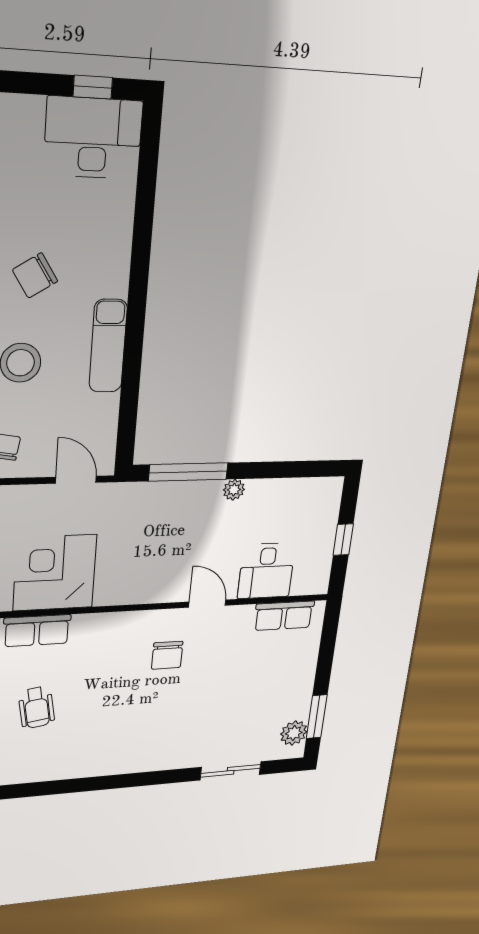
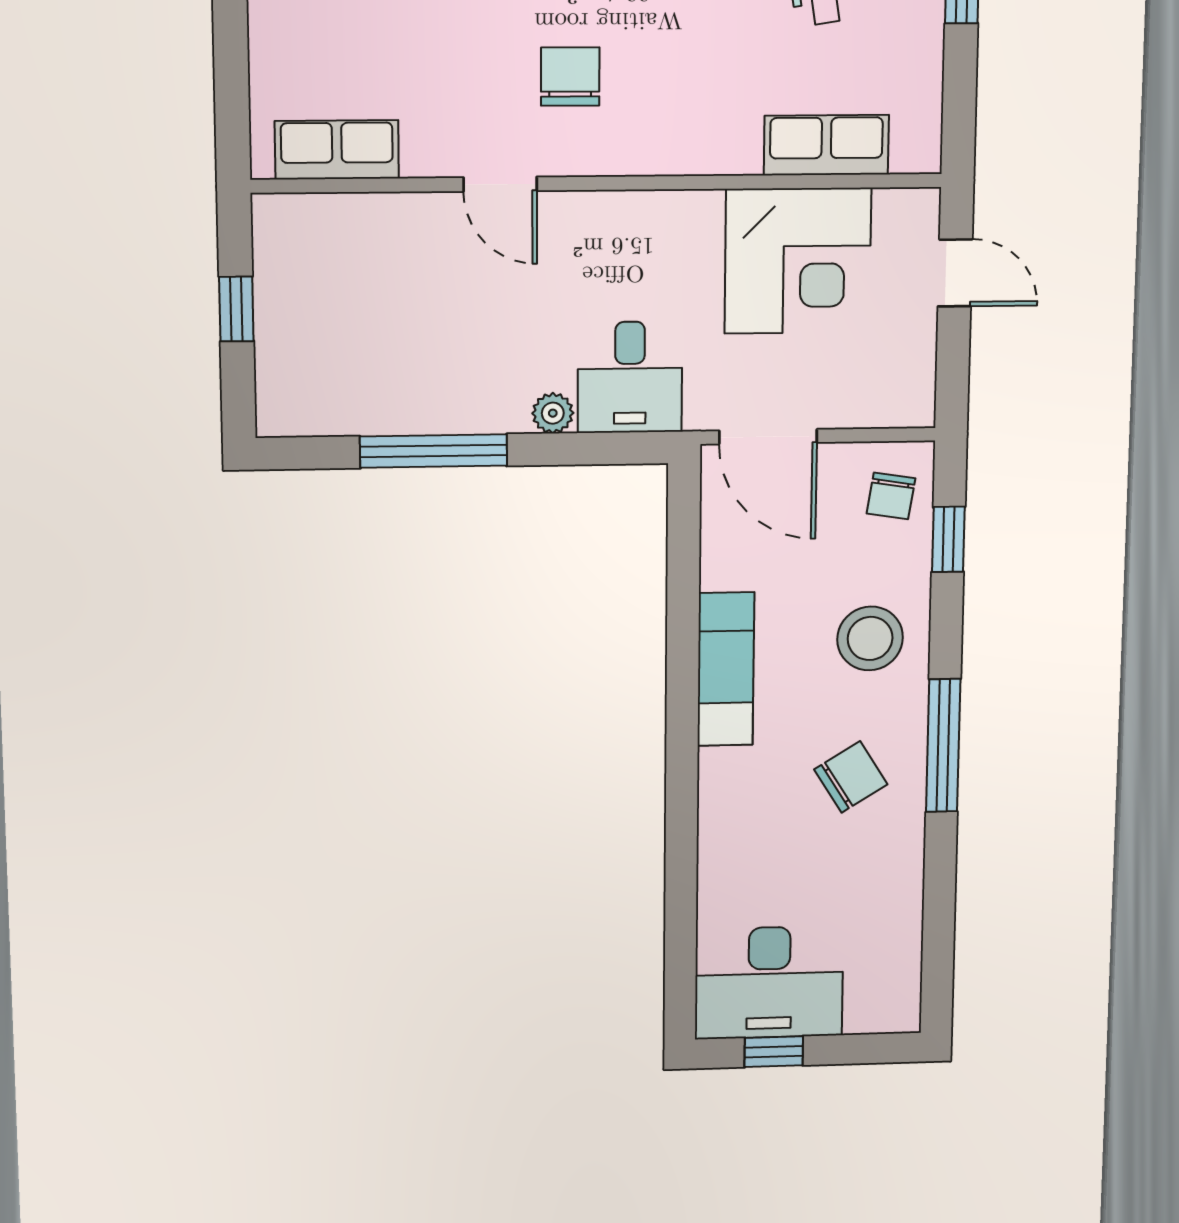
window: (188, 472) -> (434, 451), moved
door: (76, 480) -> (768, 437), width x1.38
plant: (234, 490) -> (553, 413), moved
desk: (266, 571) -> (630, 377), moved, turned 180

